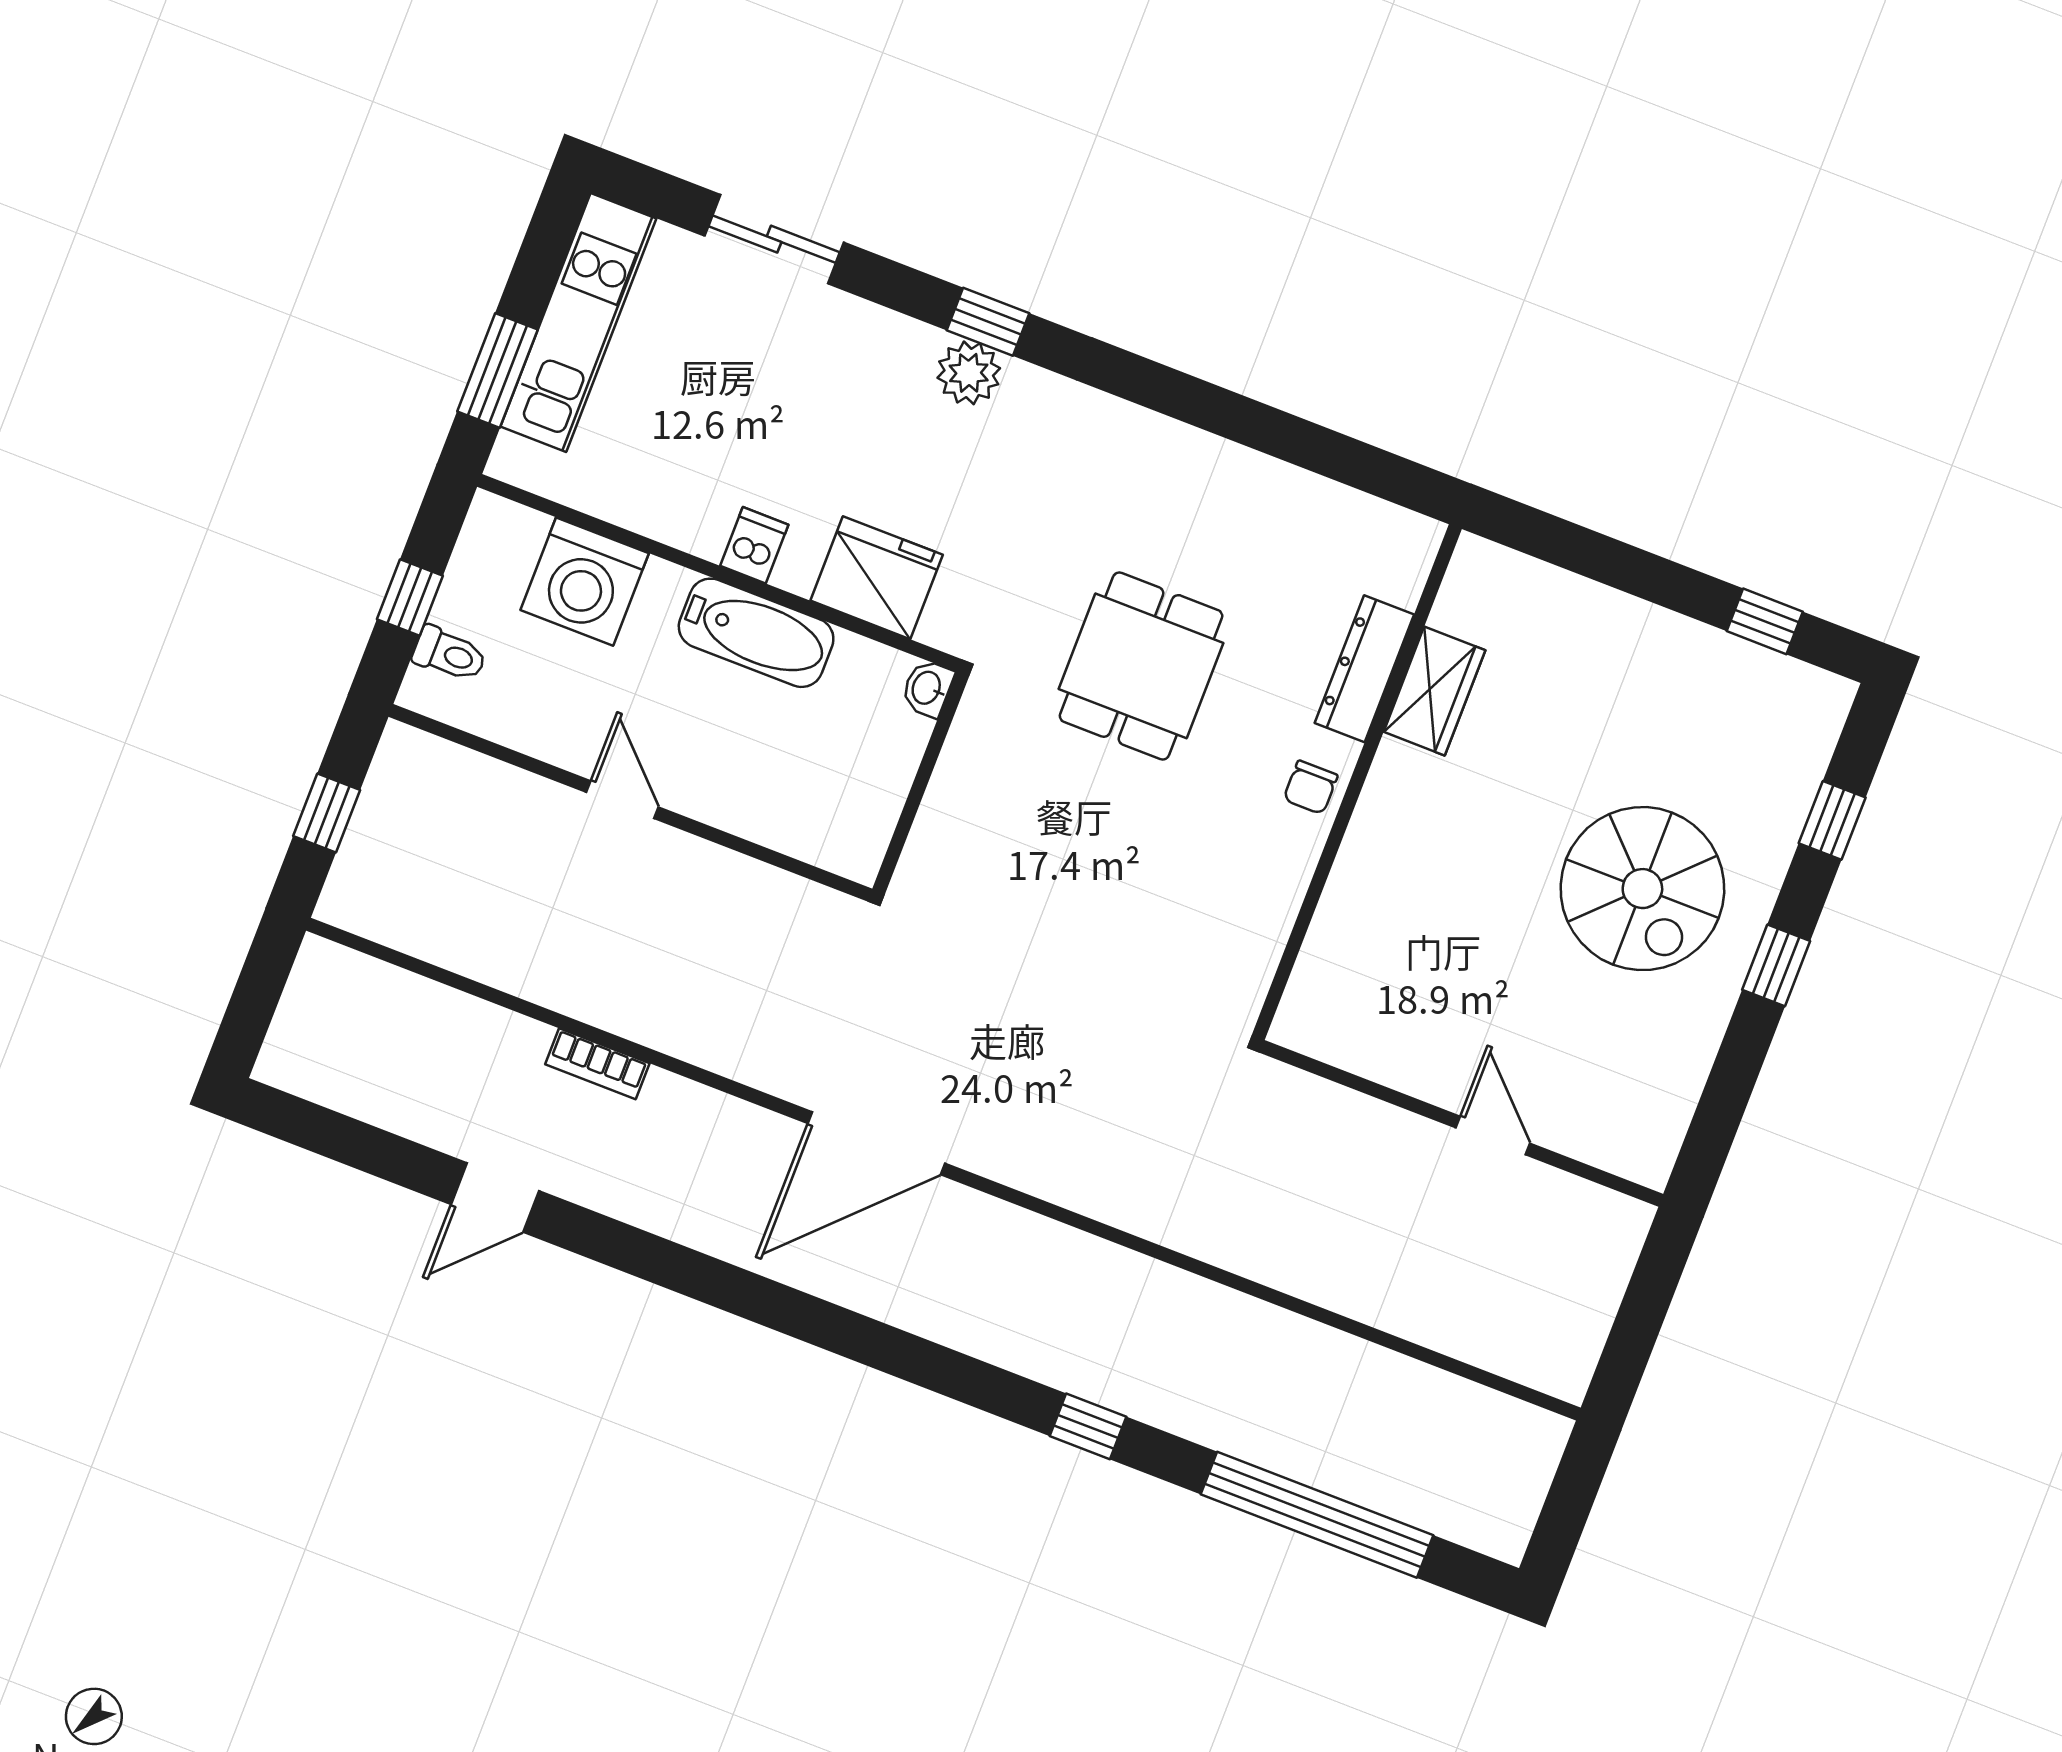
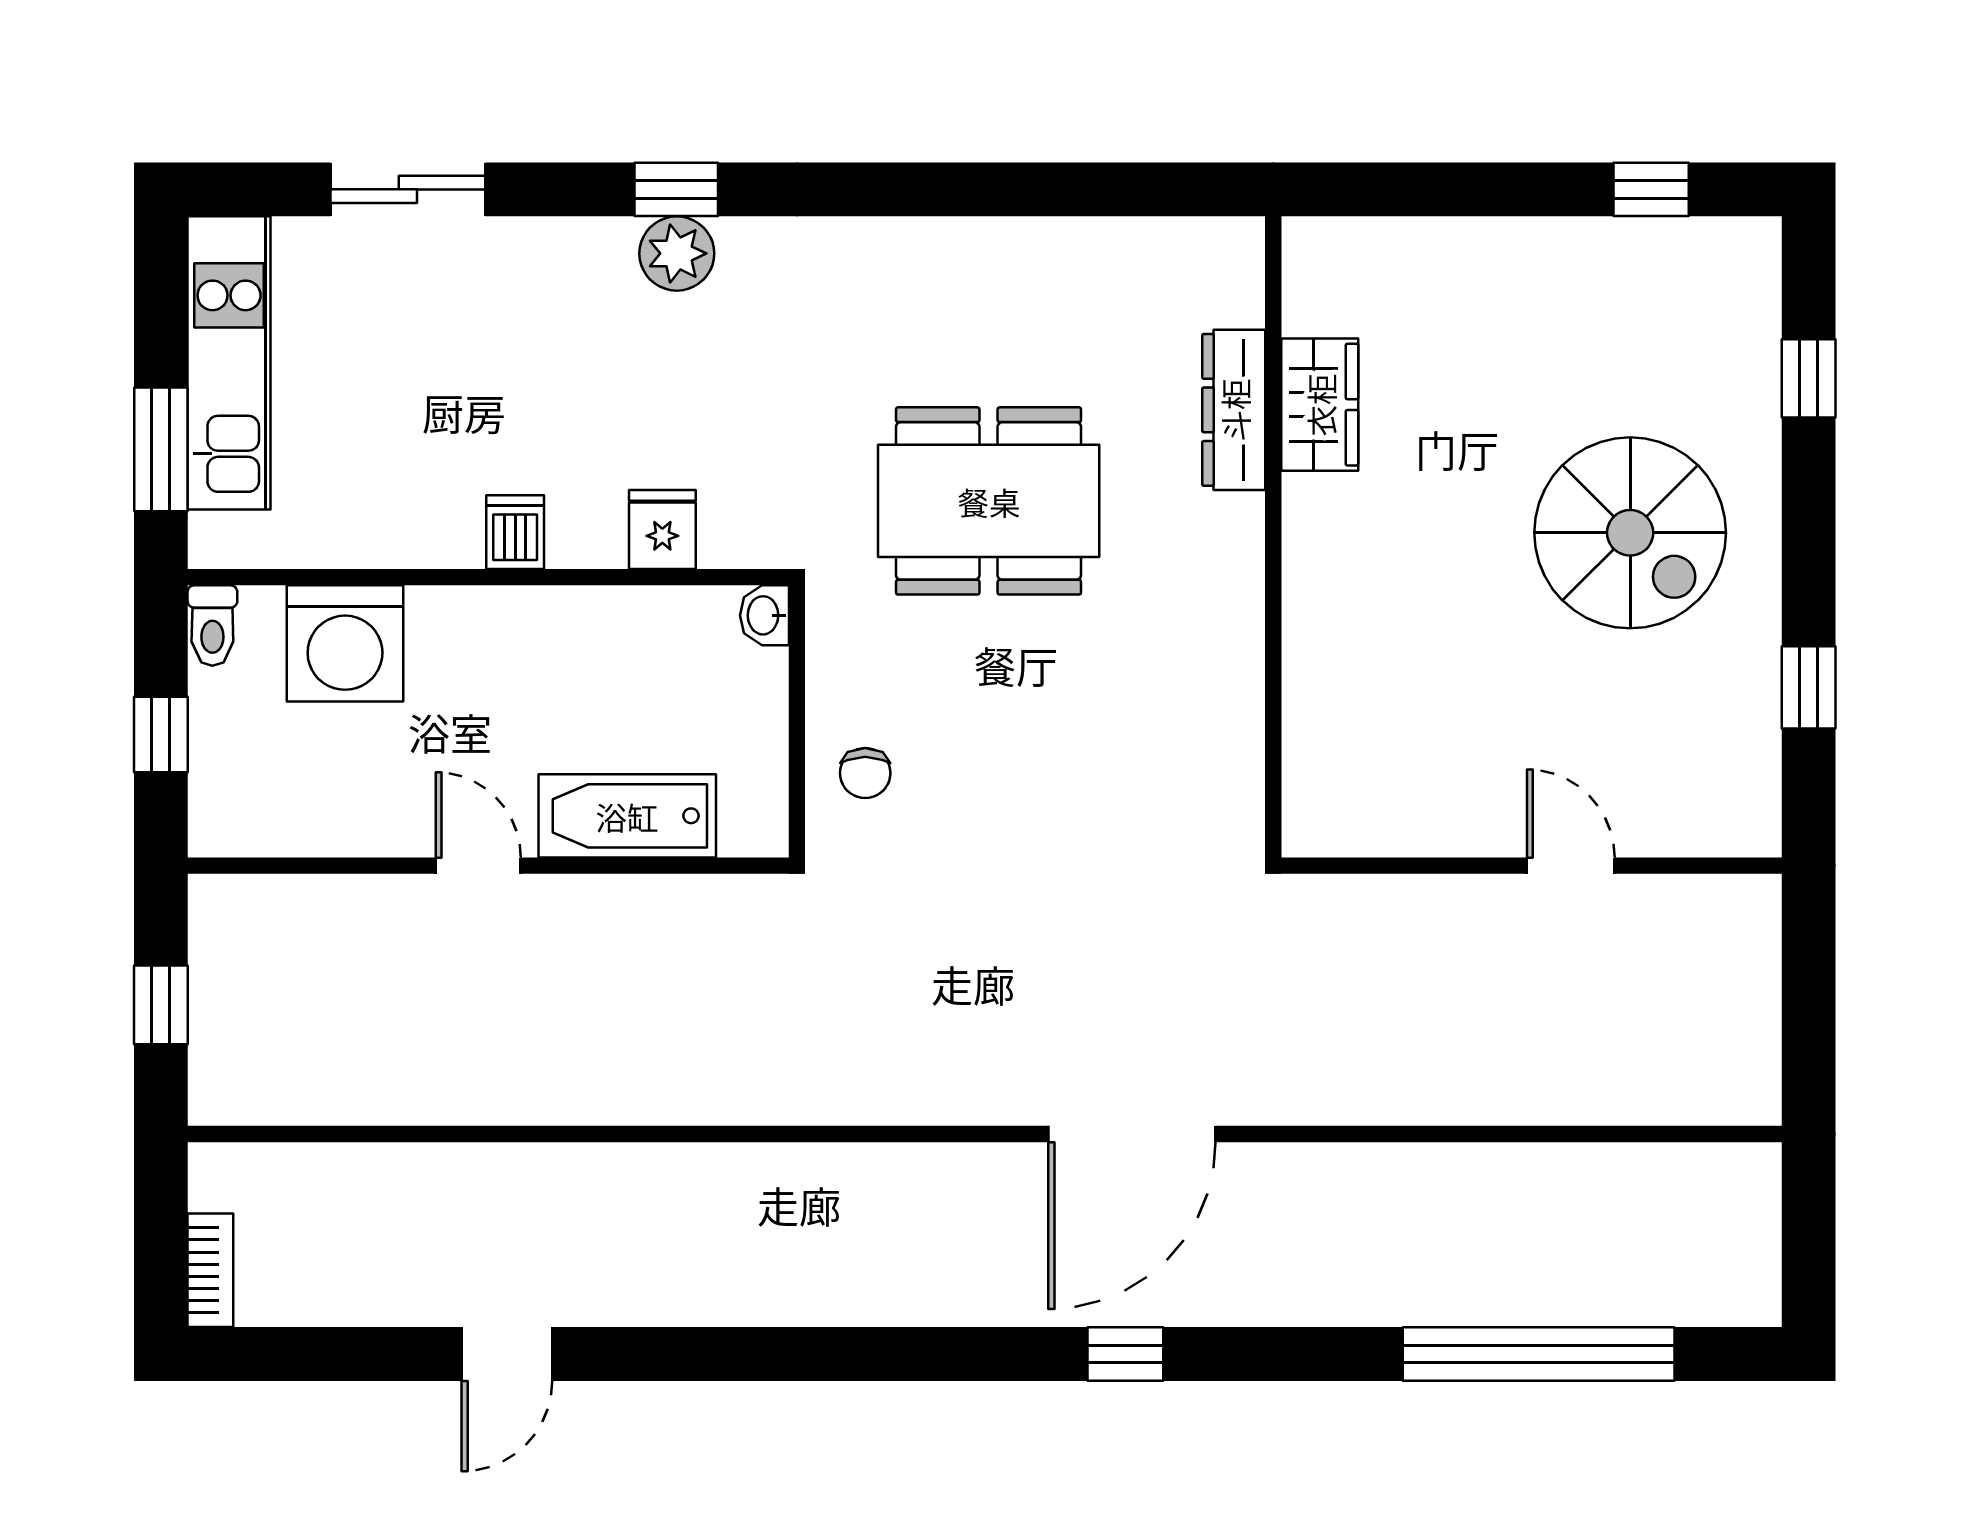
fridge: (877, 578) -> (662, 529), width x0.53, depth x0.75
bathtub: (756, 633) -> (627, 816), moved, turned 180
toilet: (449, 654) -> (212, 626), moved, turned 90
dining table: (1141, 666) -> (989, 501), width x1.38
chair: (1311, 787) -> (865, 773), moved
window: (1776, 965) -> (1809, 687), moved
bookcase: (597, 1064) -> (210, 1270), moved, turned -90
door: (876, 1143) -> (1132, 1134), moved
window: (1088, 1426) -> (1125, 1354), moved

